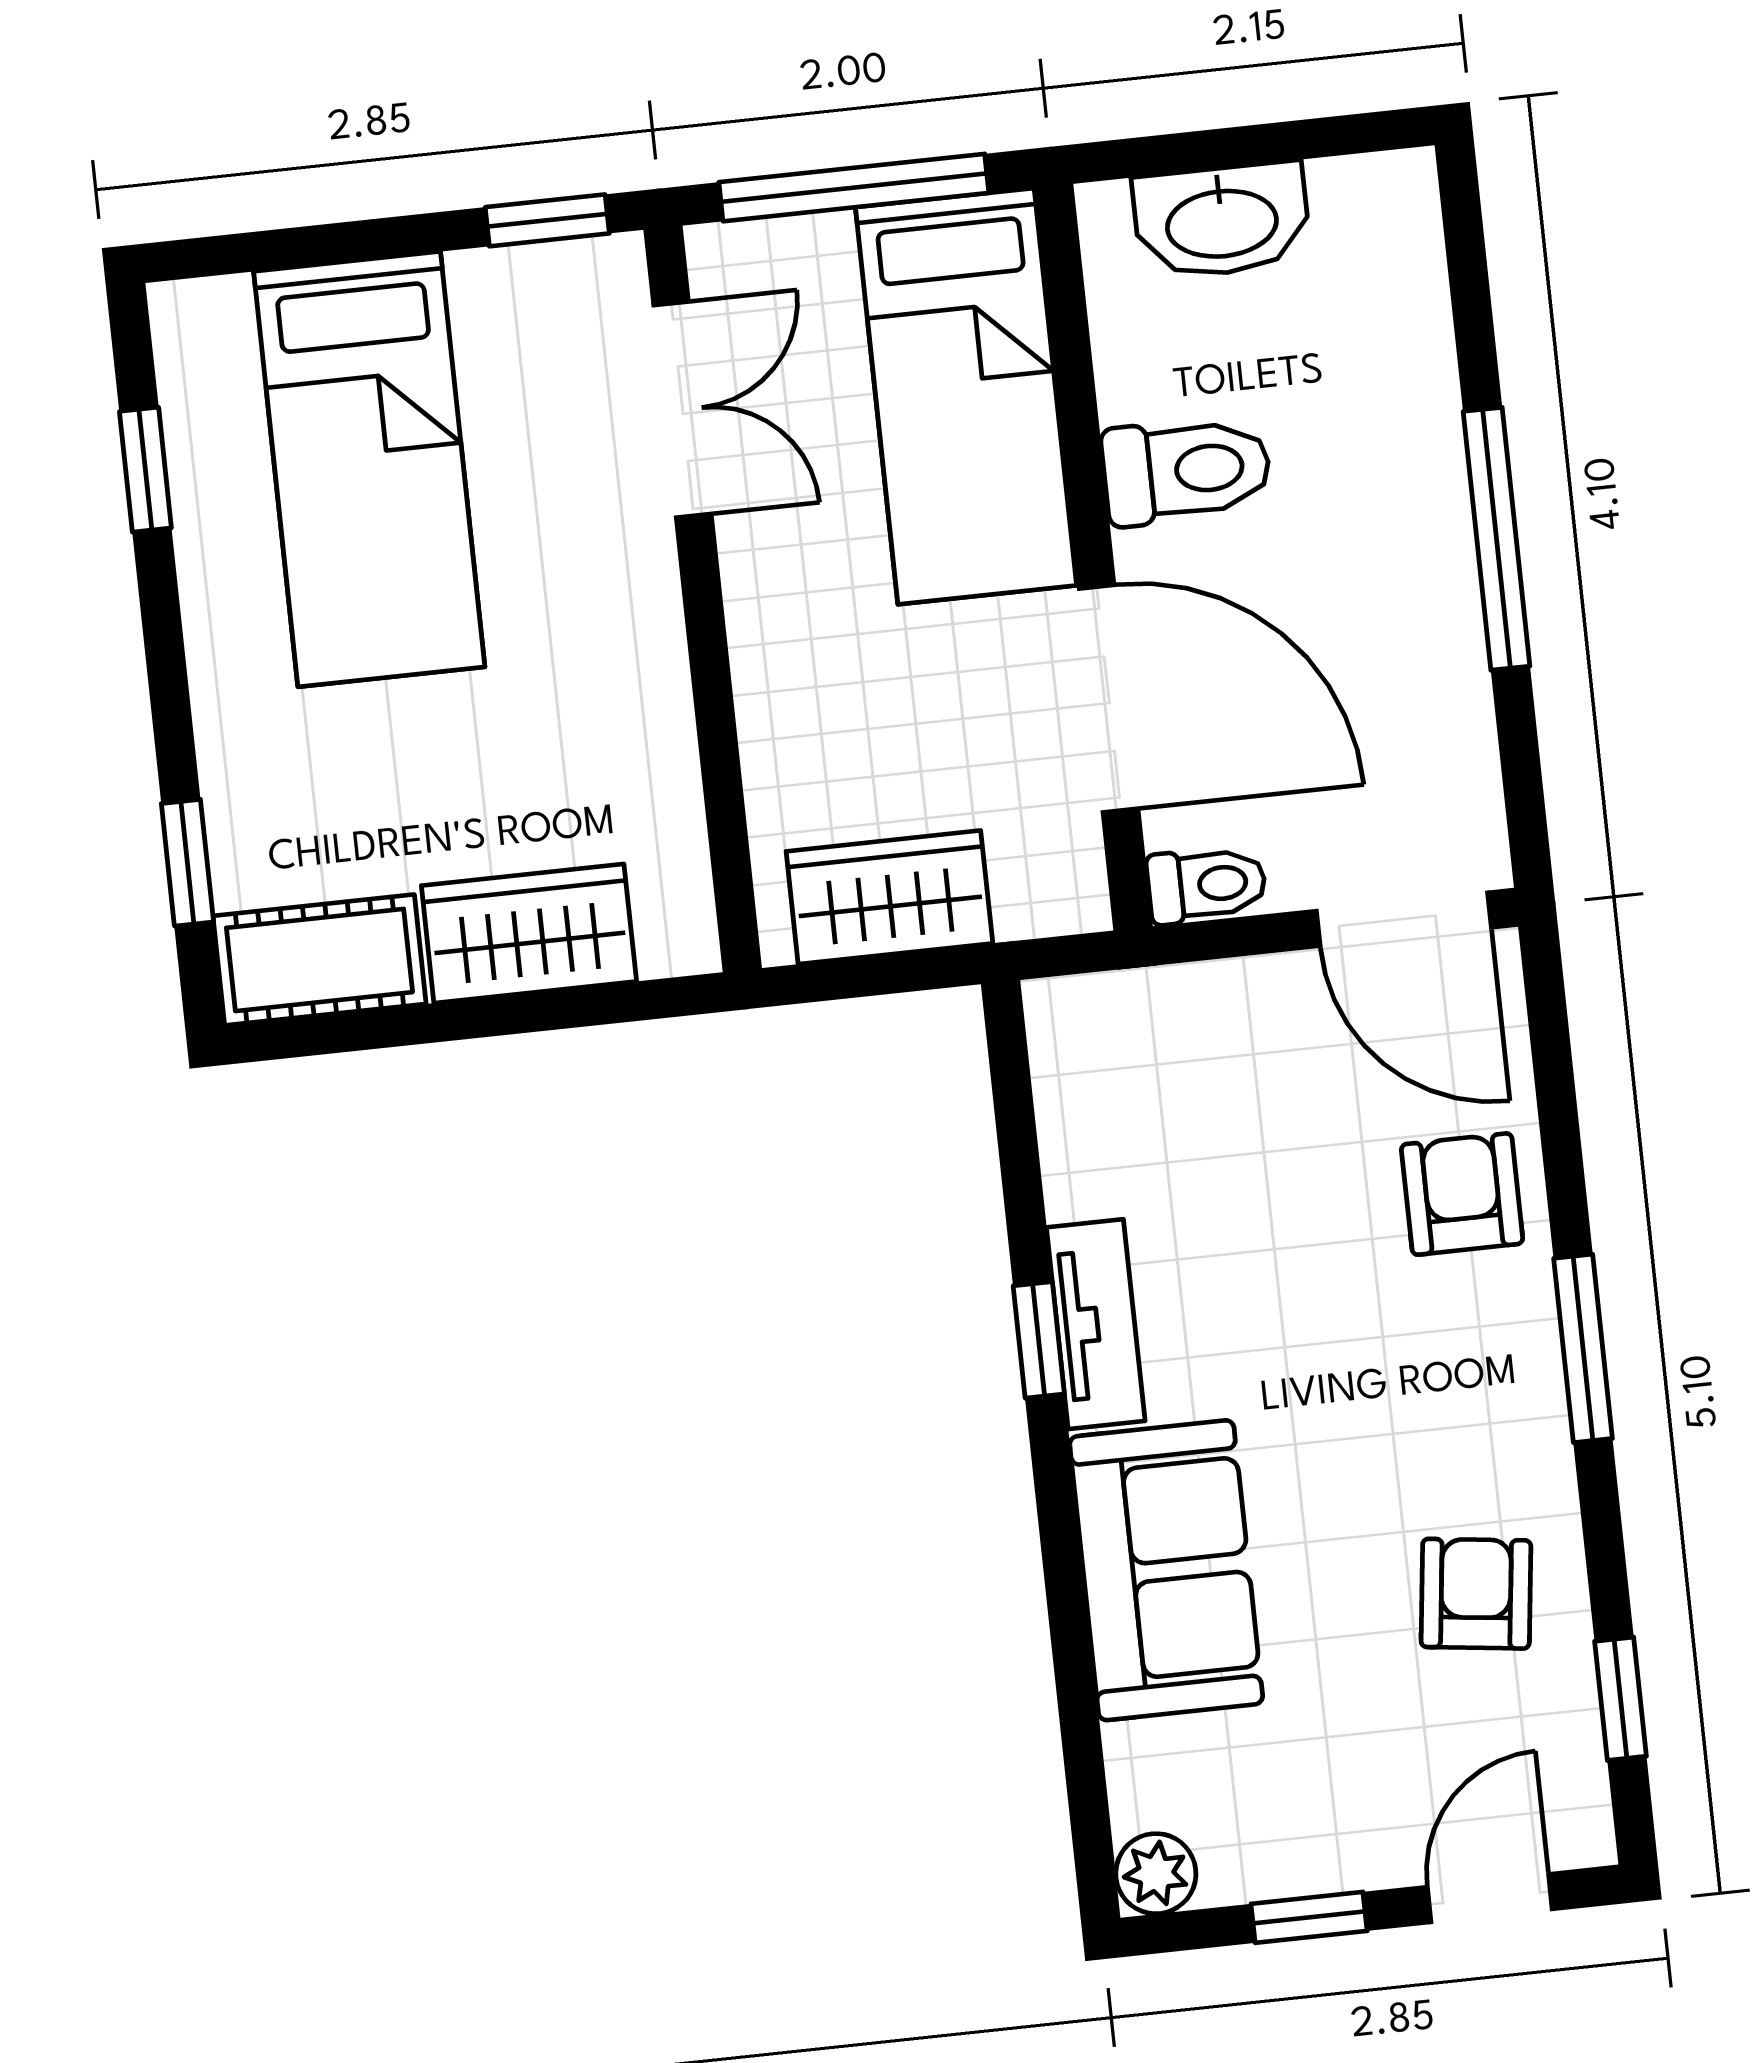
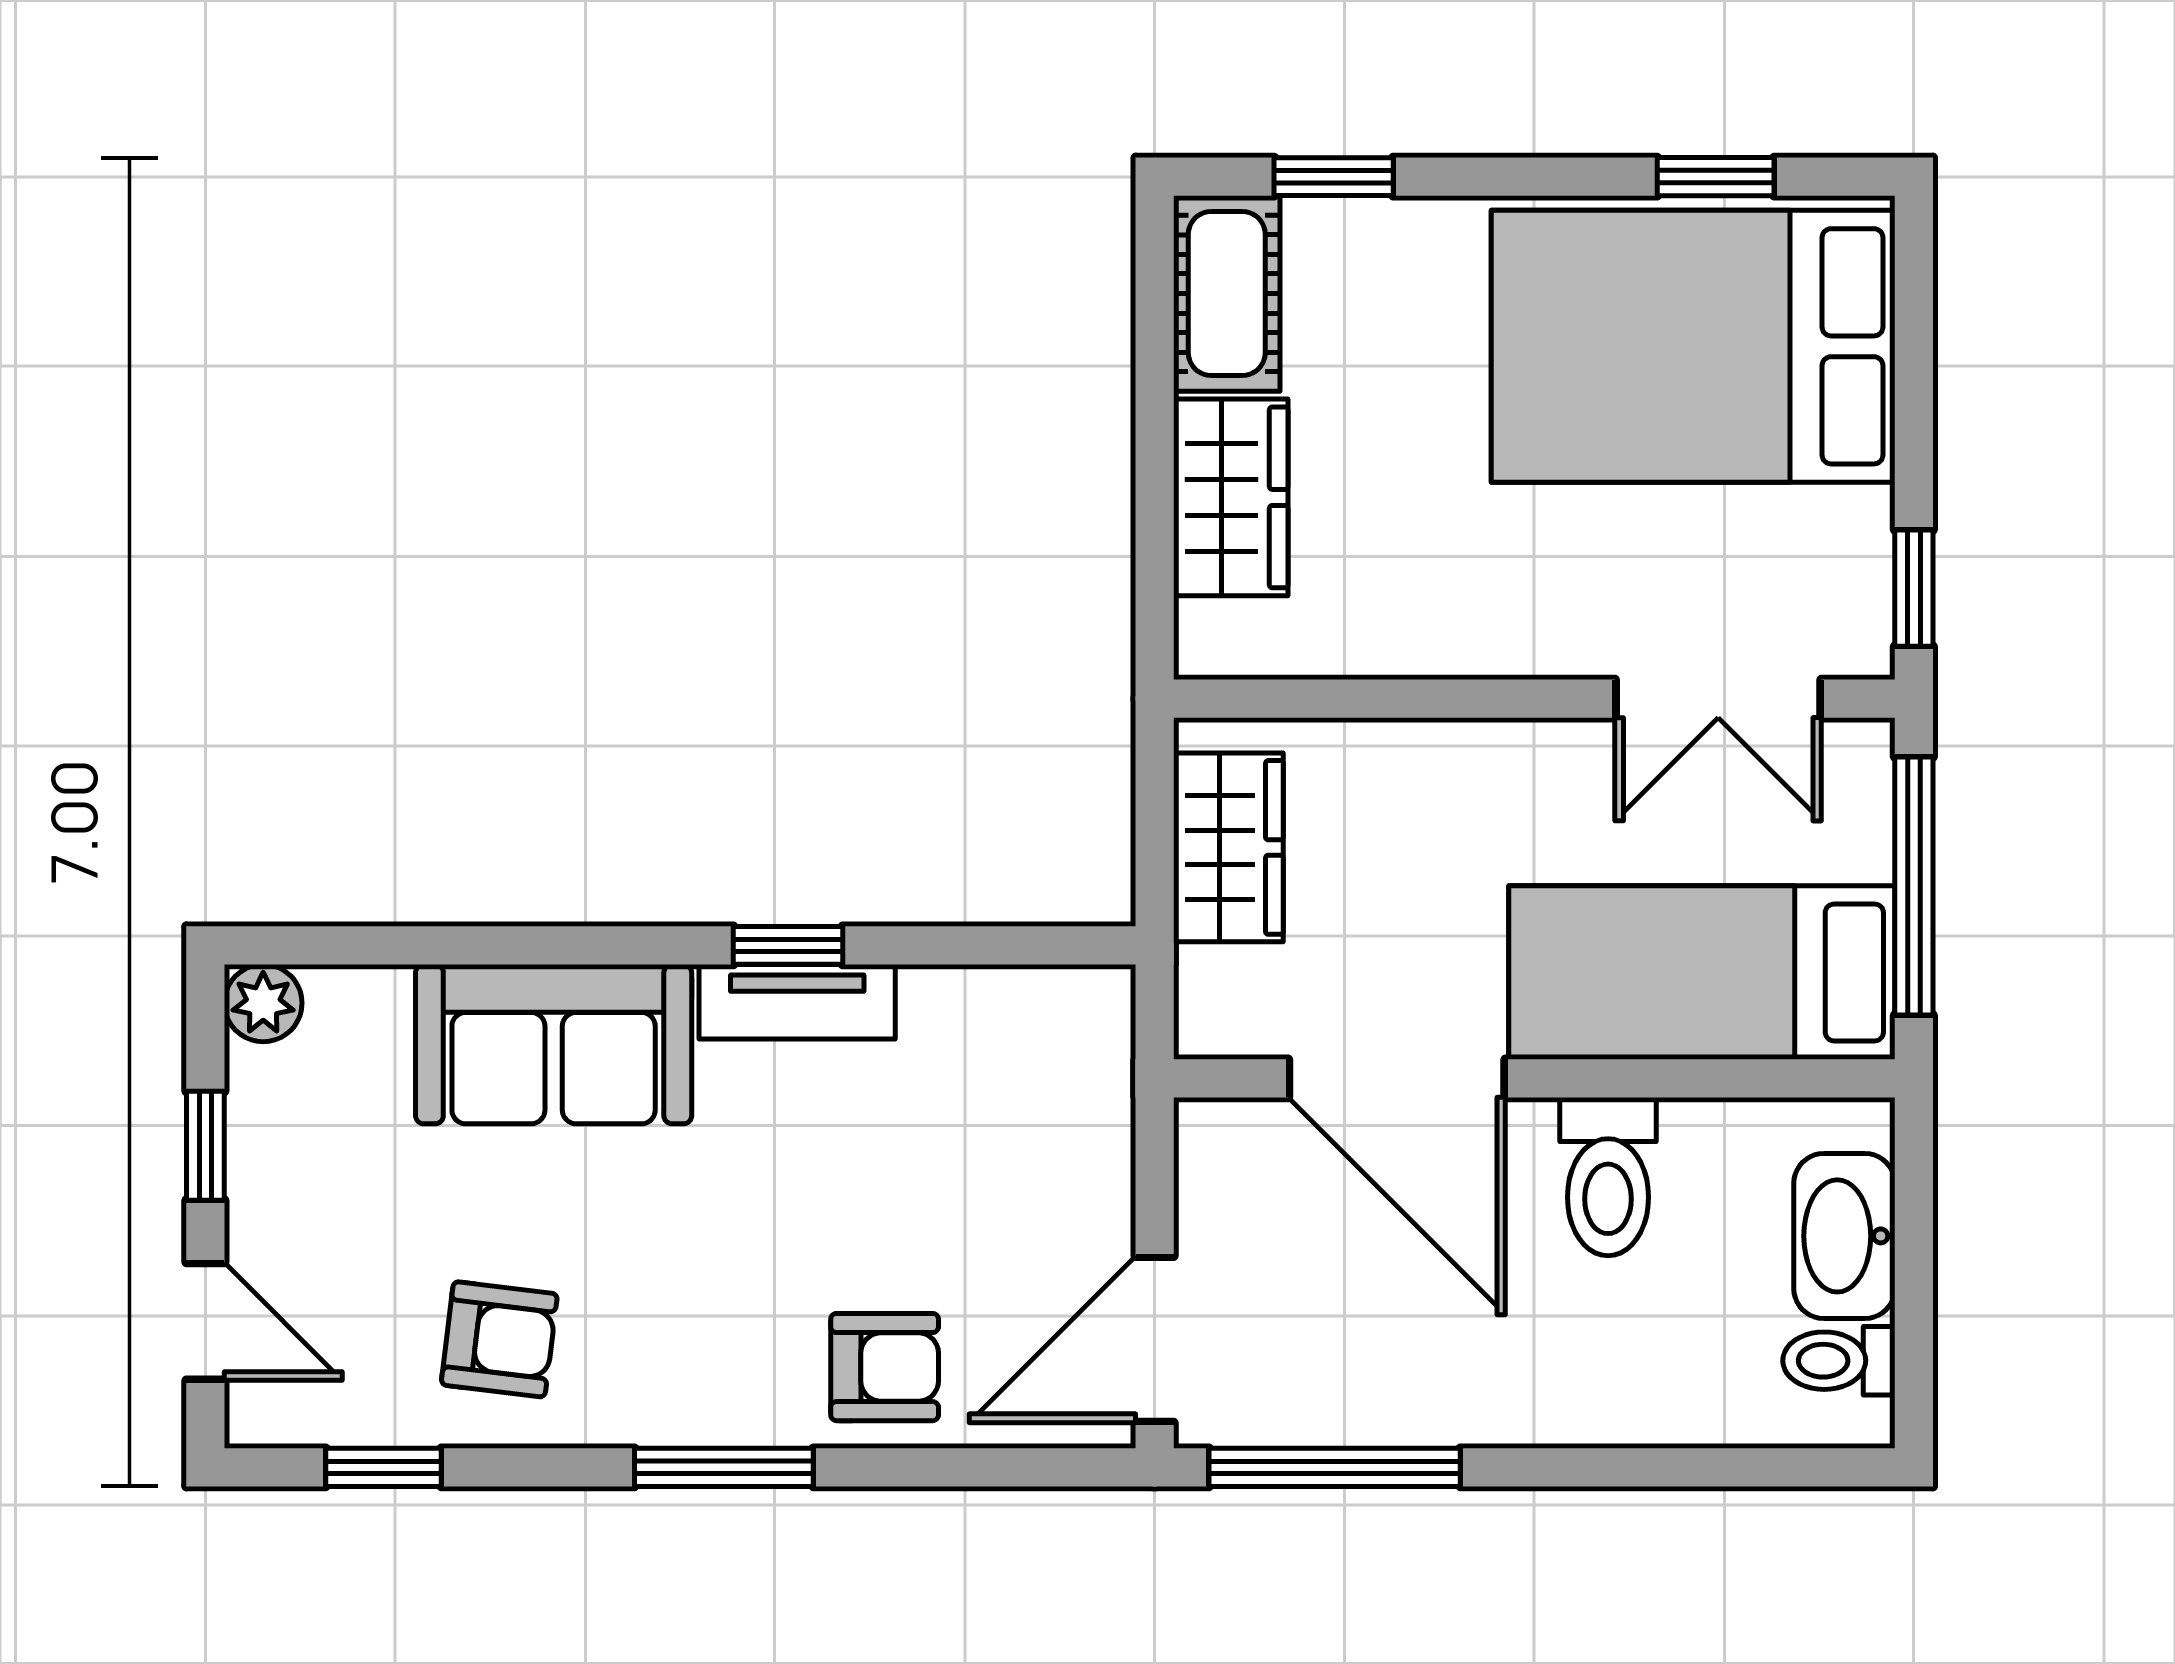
bed: (369, 469) -> (1693, 346), width x1.50
window: (1497, 539) -> (1335, 1467), moved
door: (1109, 699) -> (1397, 1078), hinge flipped
toilet: (1207, 885) -> (1839, 1361), moved, turned 90

